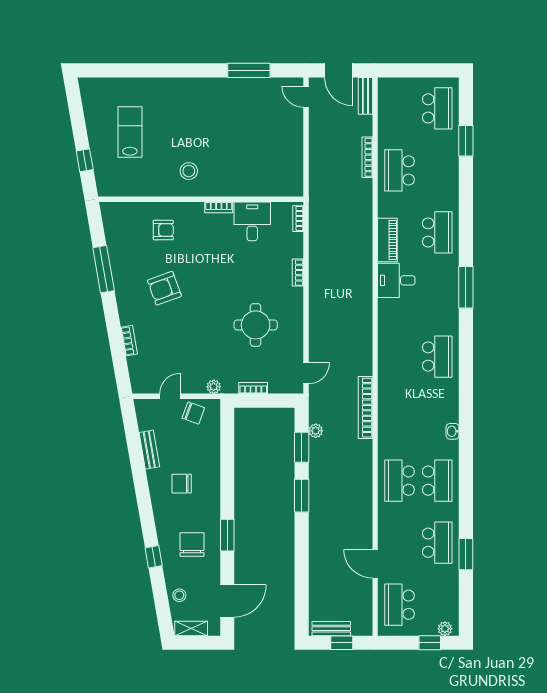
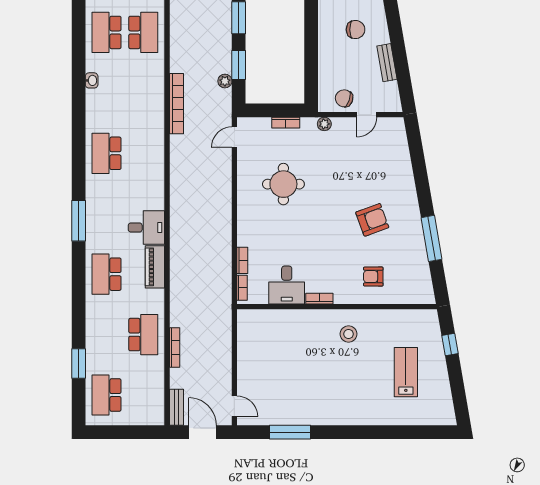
lab bench: (130, 132) -> (406, 372), turned 180
bookcase: (298, 273) -> (242, 260), moved
bookcase: (129, 341) -> (407, 169), removed

